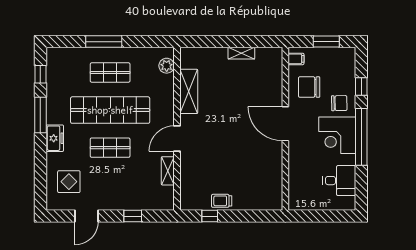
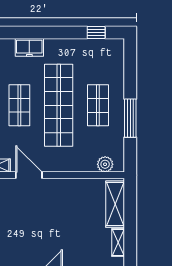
window: (104, 42) -> (130, 118), moved
shelving: (189, 91) -> (115, 204), moved, turned 90
window: (40, 115) -> (54, 32), removed

